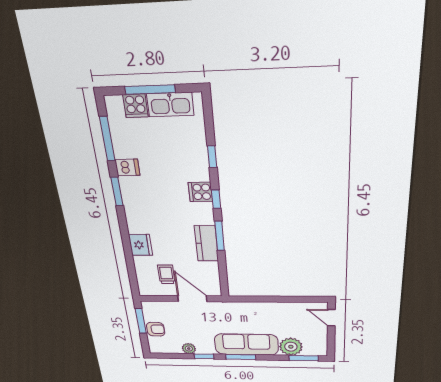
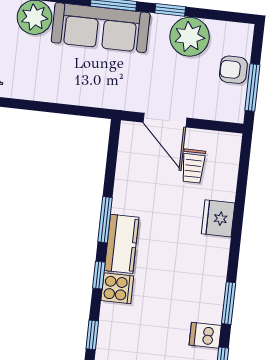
kitchen counter: (206, 243) -> (122, 244), moved
plant: (189, 349) -> (190, 37), width x1.88, depth x1.88

